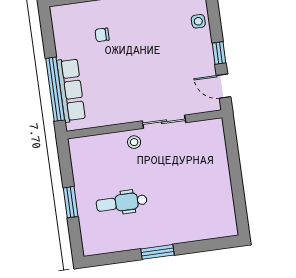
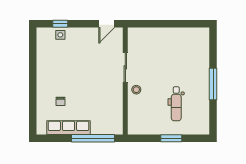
window: (219, 53) -> (60, 24), moved
row of seats: (71, 90) -> (68, 128), moved
window: (158, 252) -> (213, 84), width x1.44

